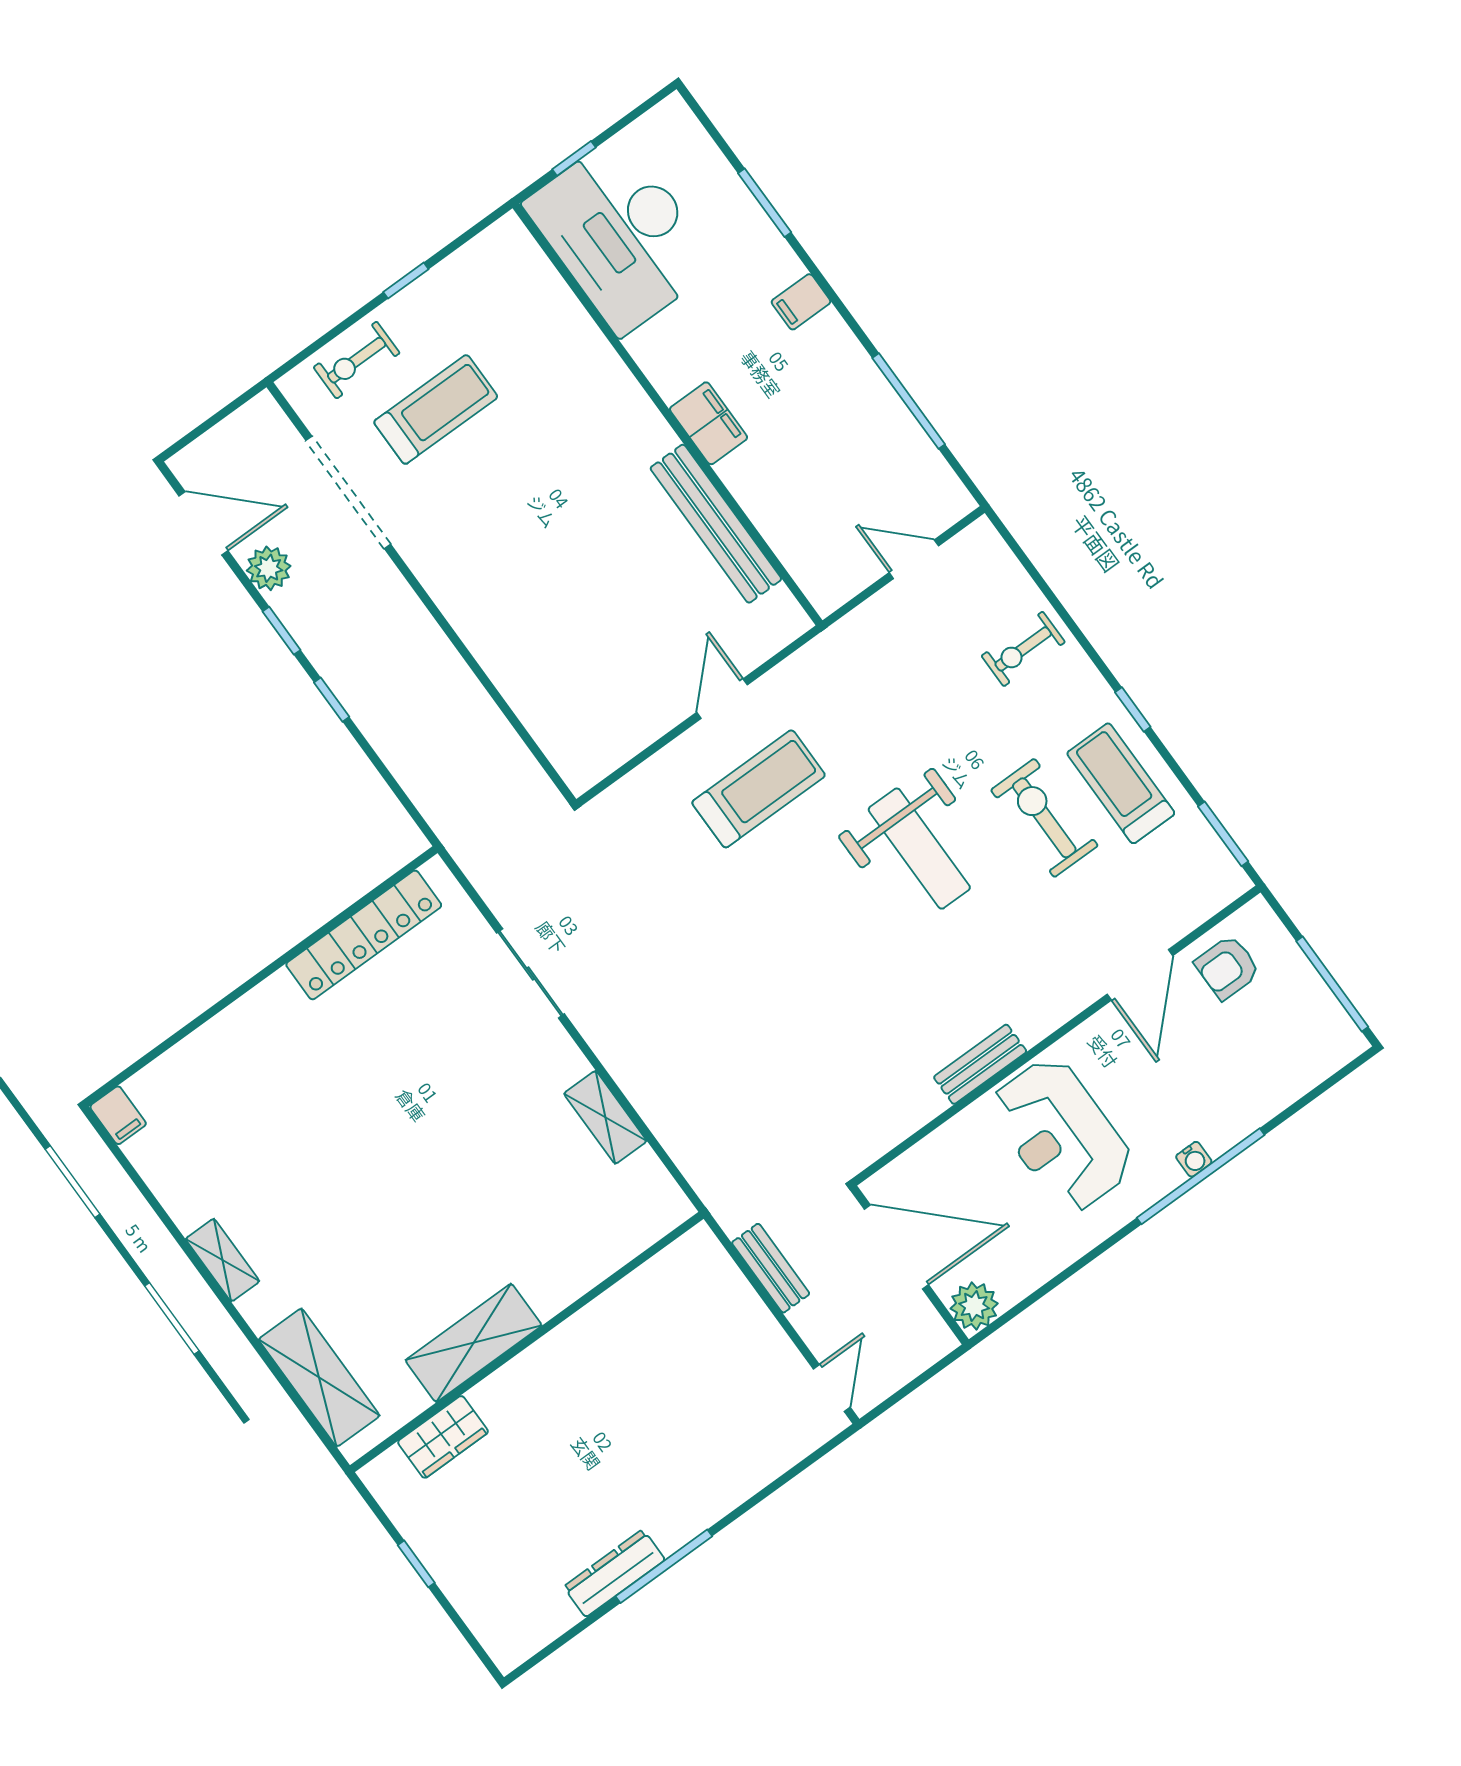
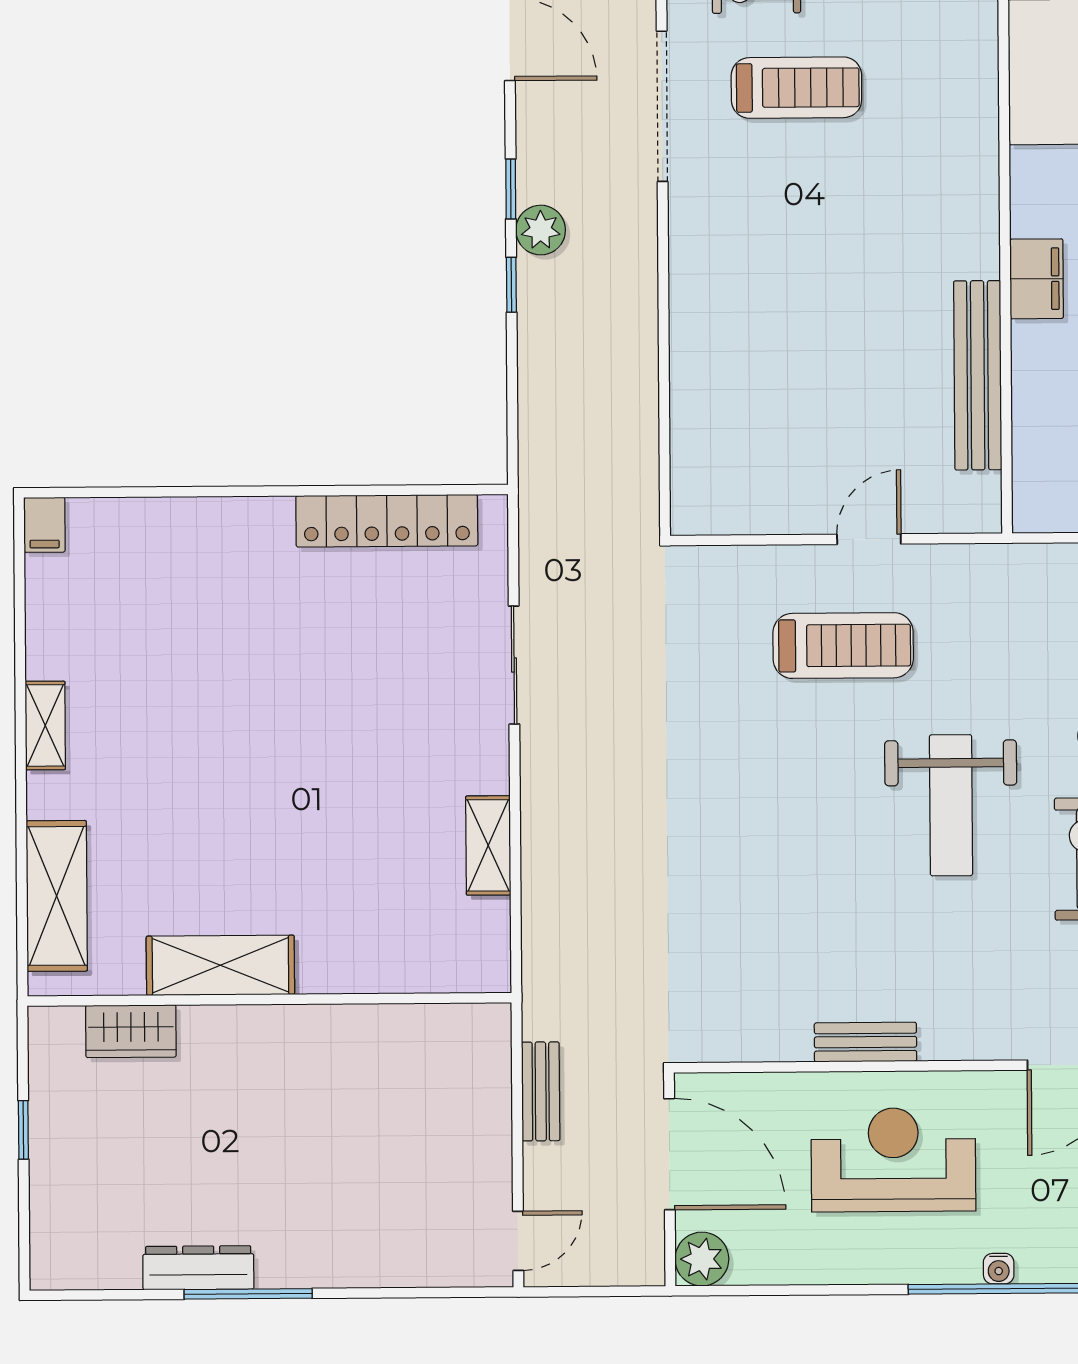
plant: (269, 568) -> (541, 230), moved
reception desk: (1061, 1135) -> (893, 1160), turned 90

